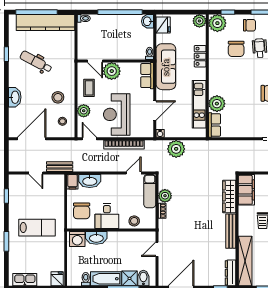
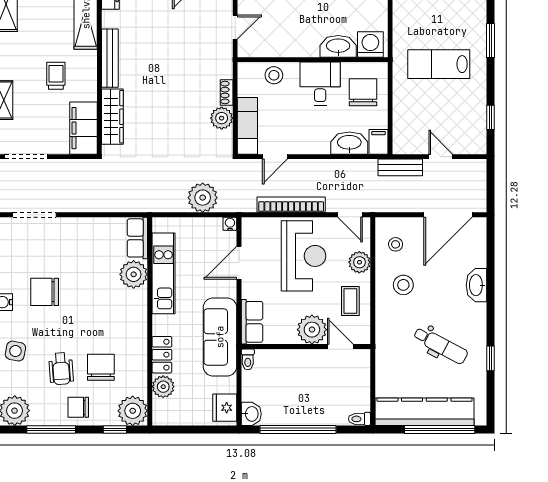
plant: (199, 21) -> (163, 387), moved

